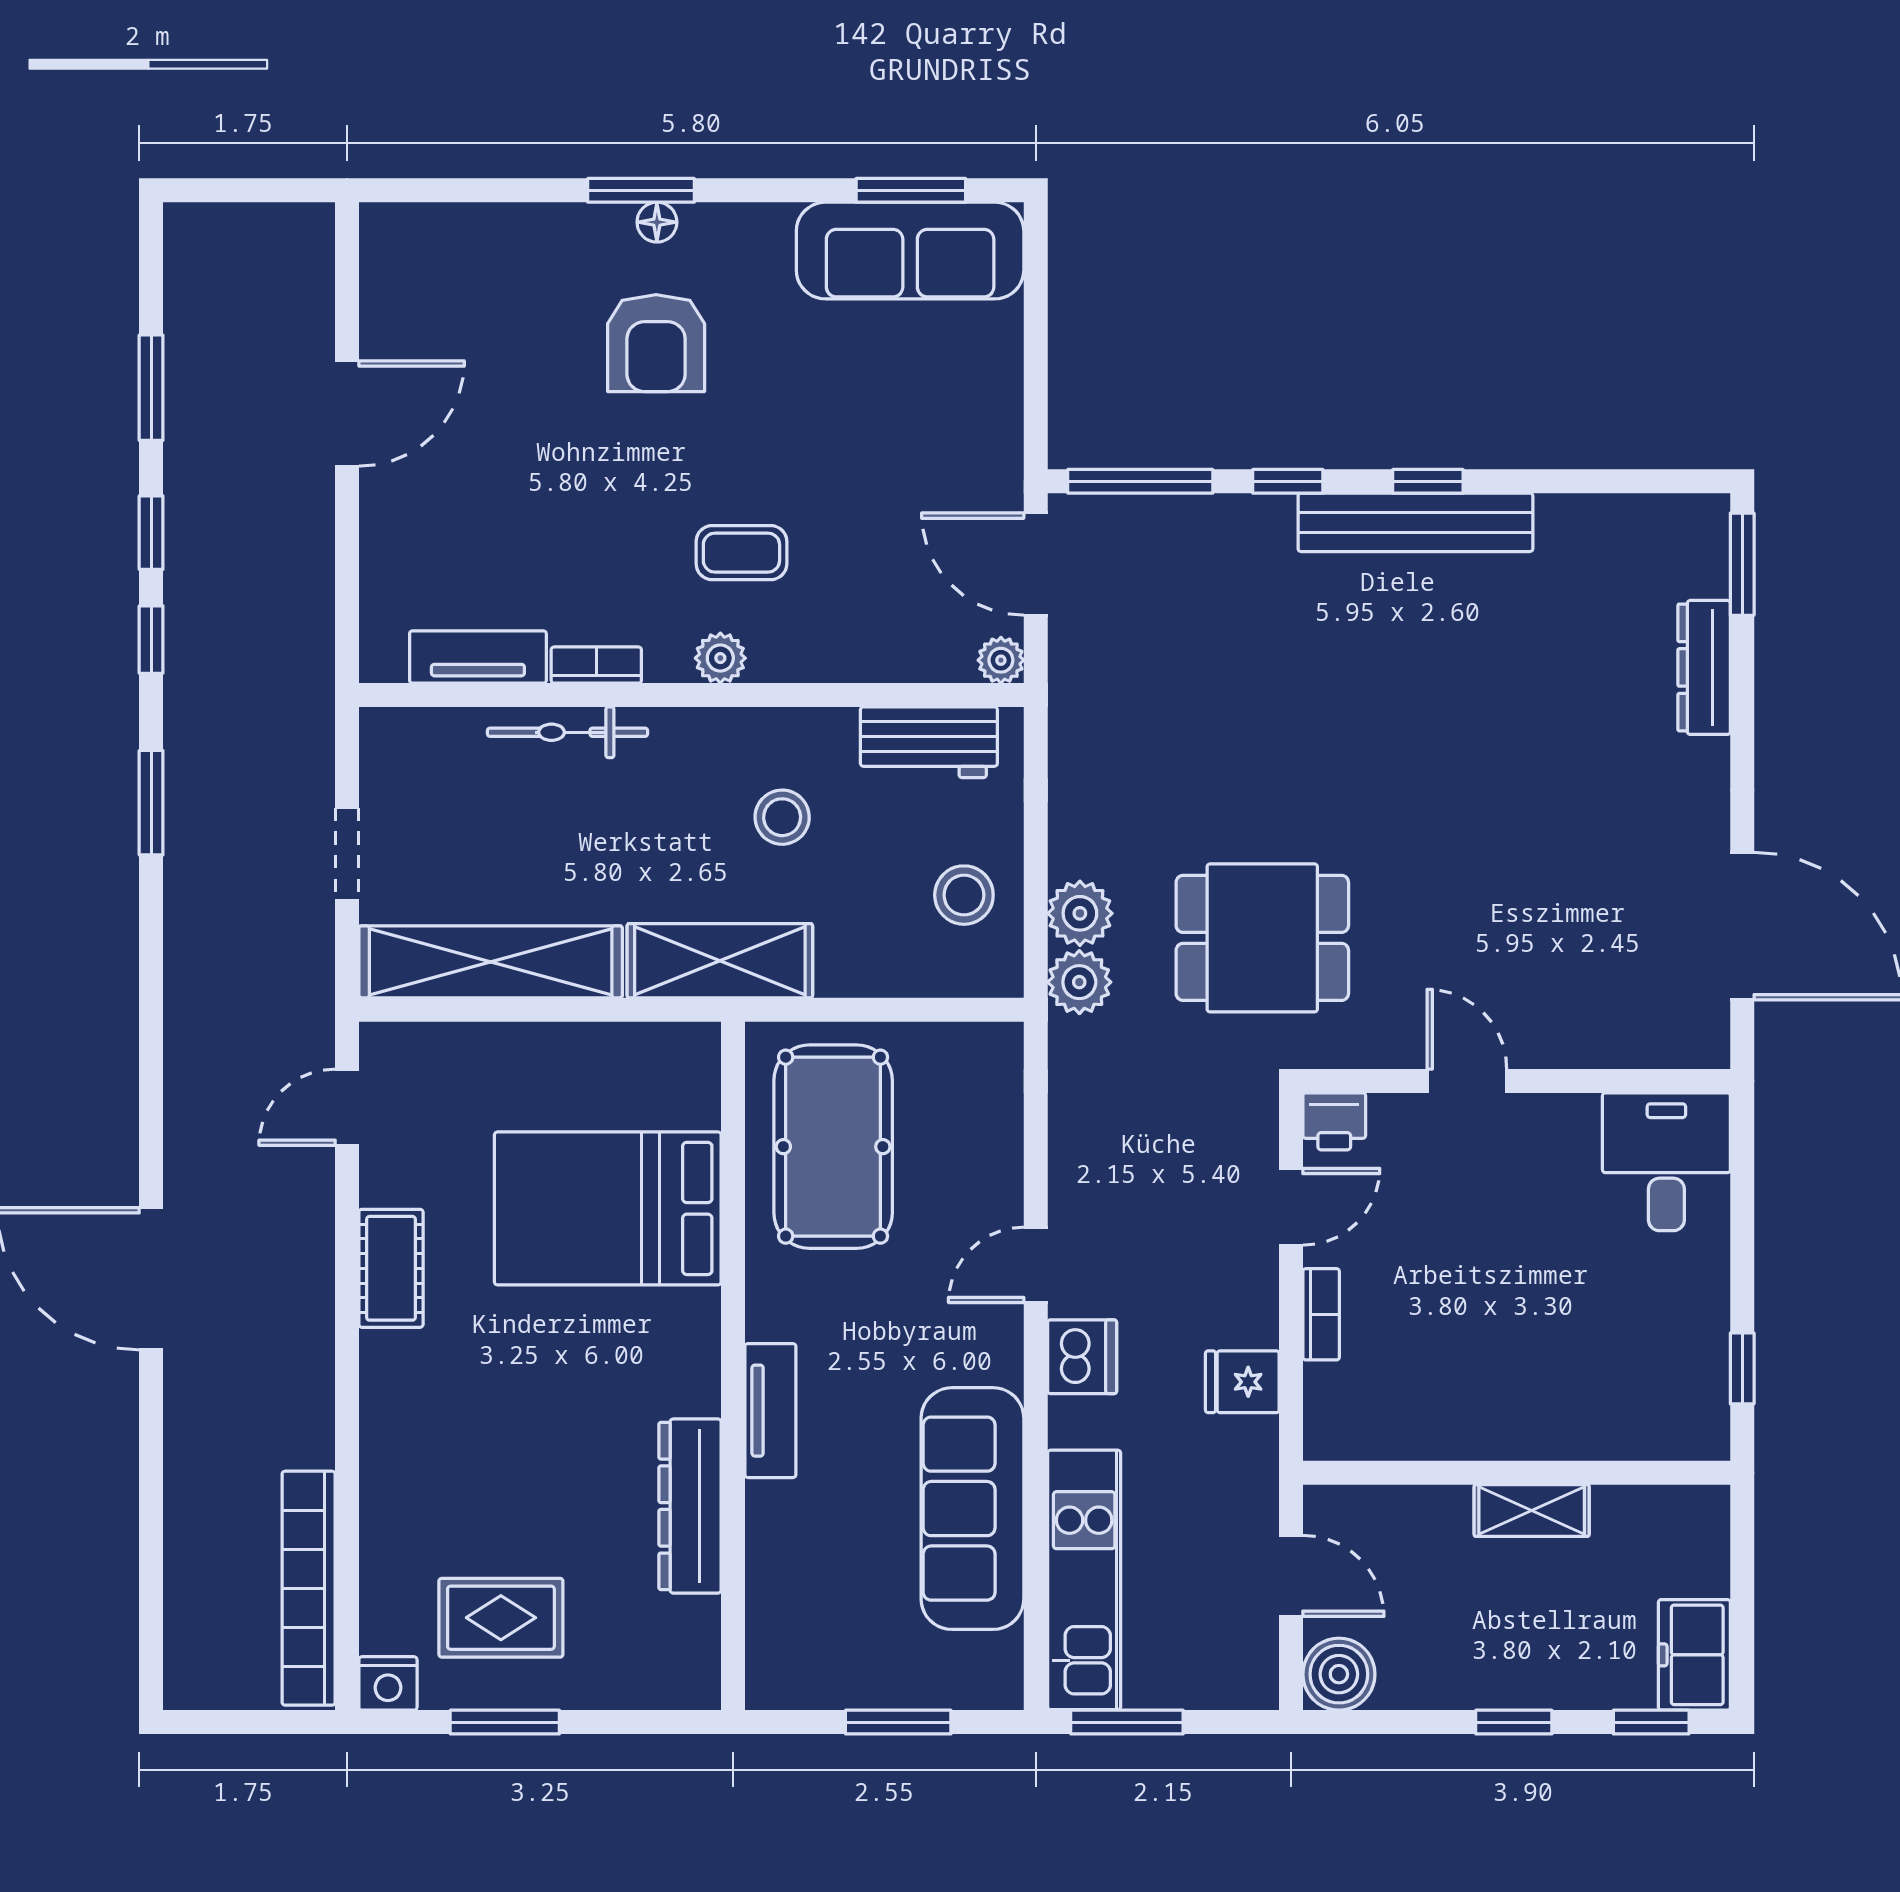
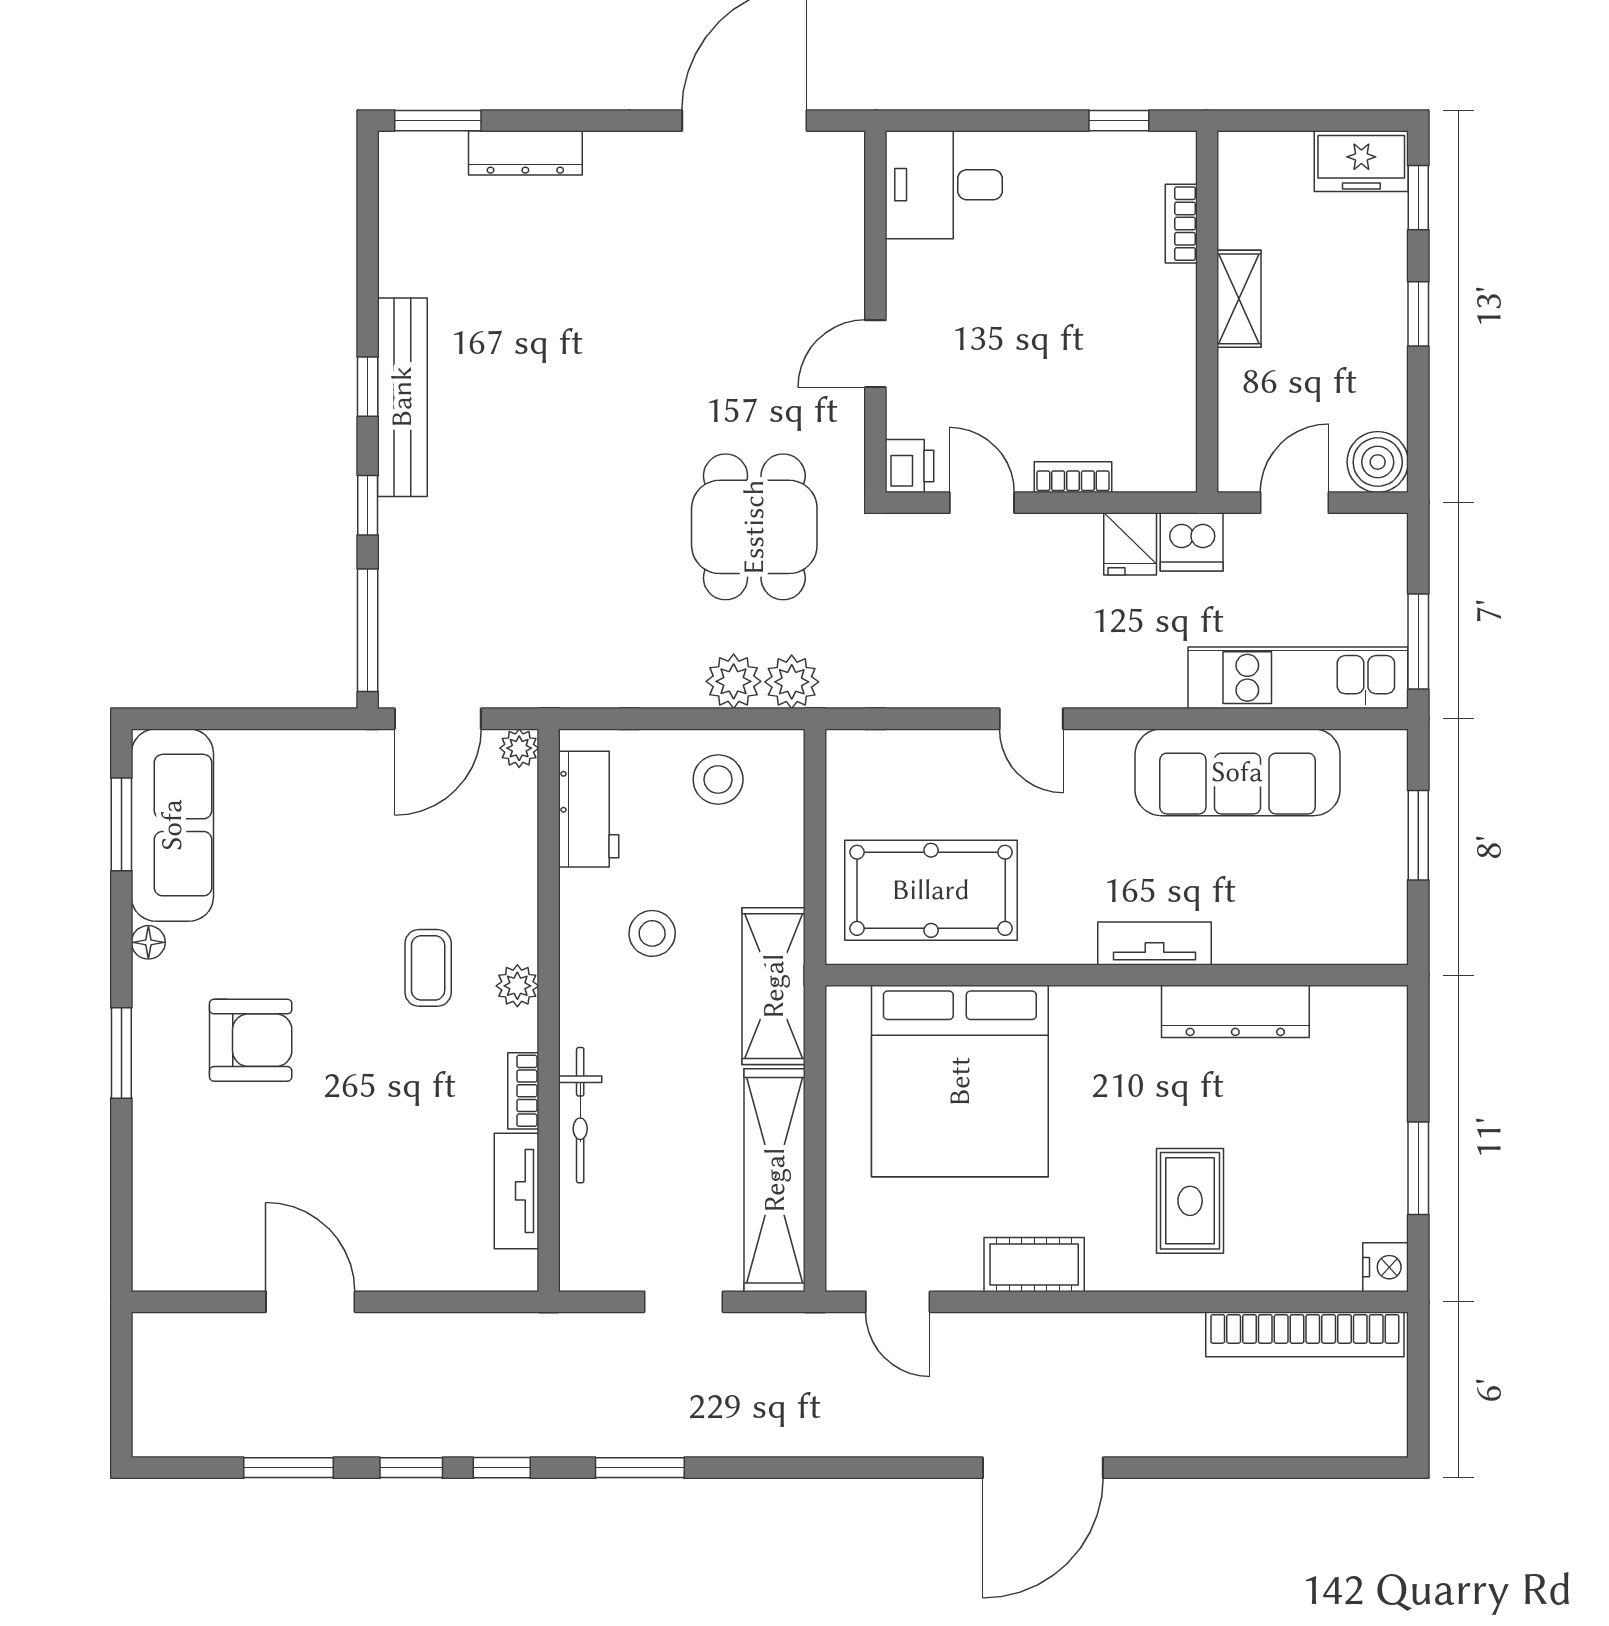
floor lamp: (657, 222) -> (148, 942), moved
bed: (608, 1208) -> (960, 1081), width x1.36
dishwasher: (1082, 1357) -> (1192, 542), moved, turned 180
bookcase: (1620, 1442) -> (1181, 224), added
rug: (501, 1618) -> (1190, 1201), moved

